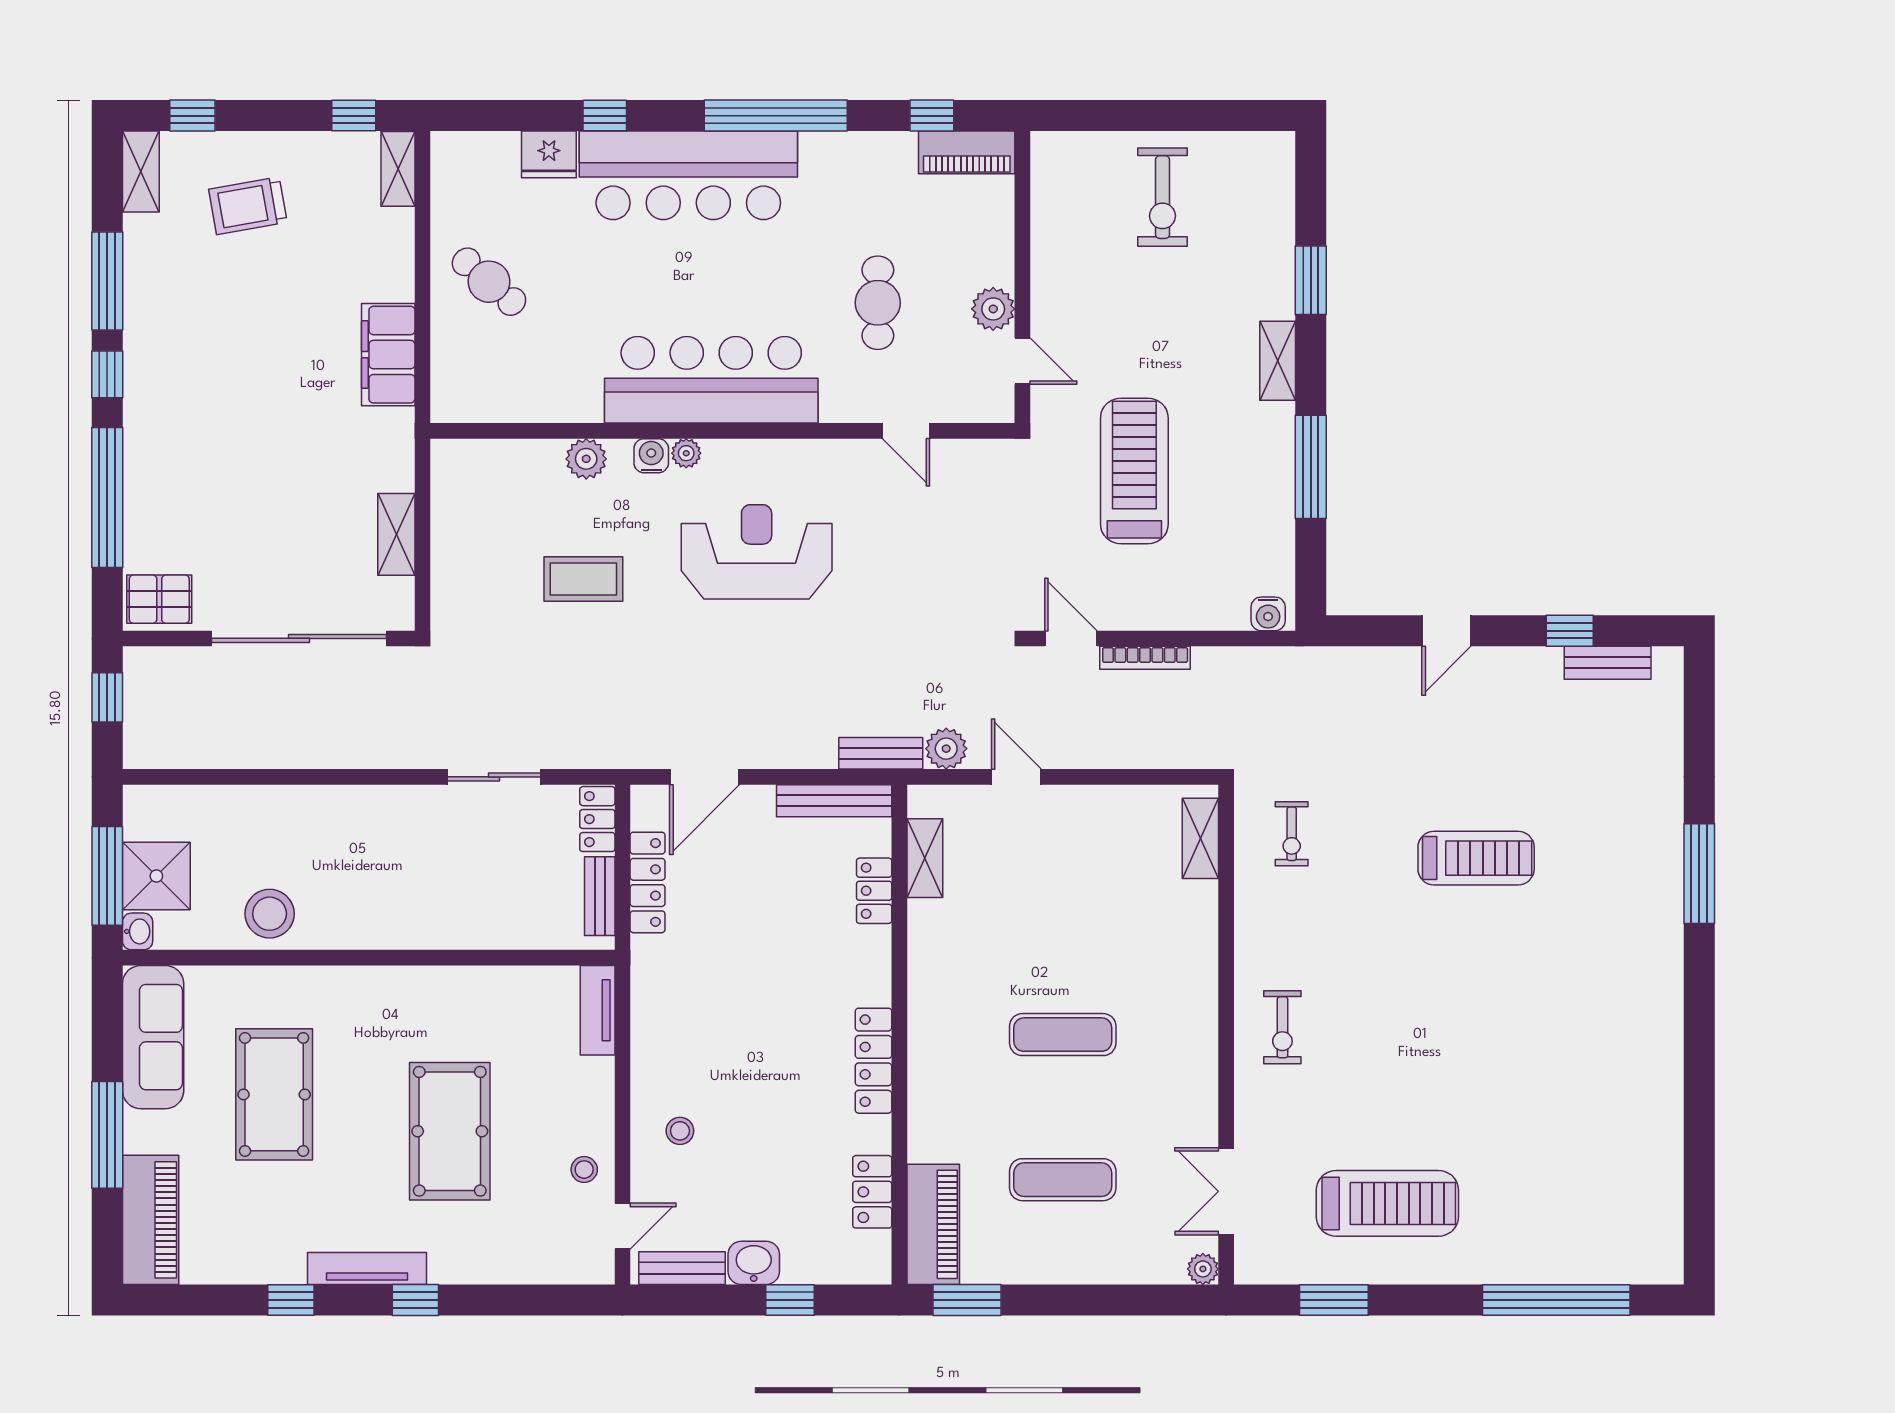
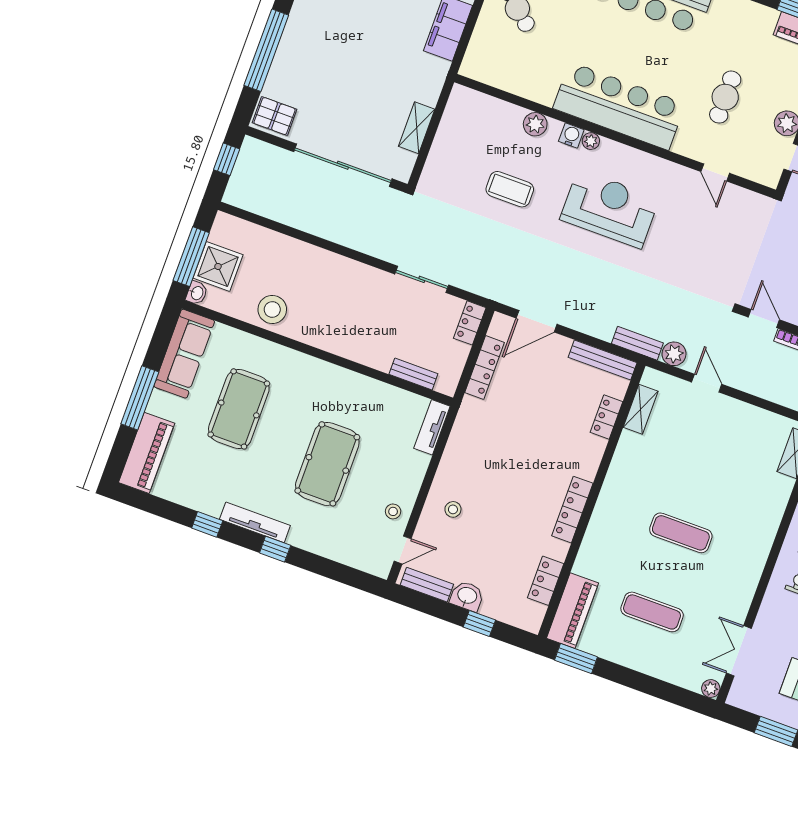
bench: (600, 896) -> (413, 374), moved, turned 90

